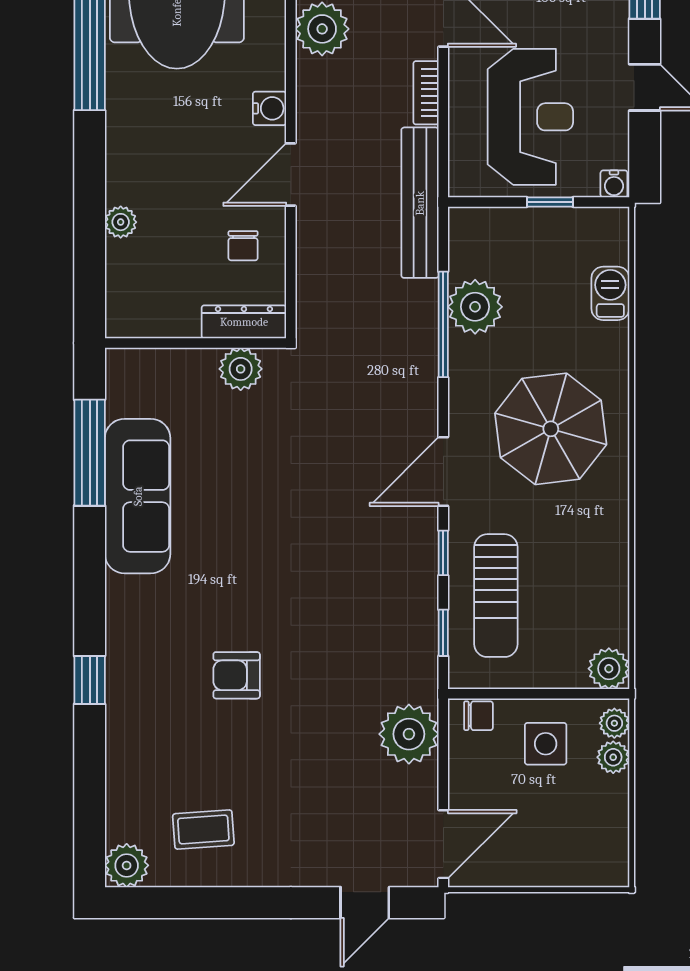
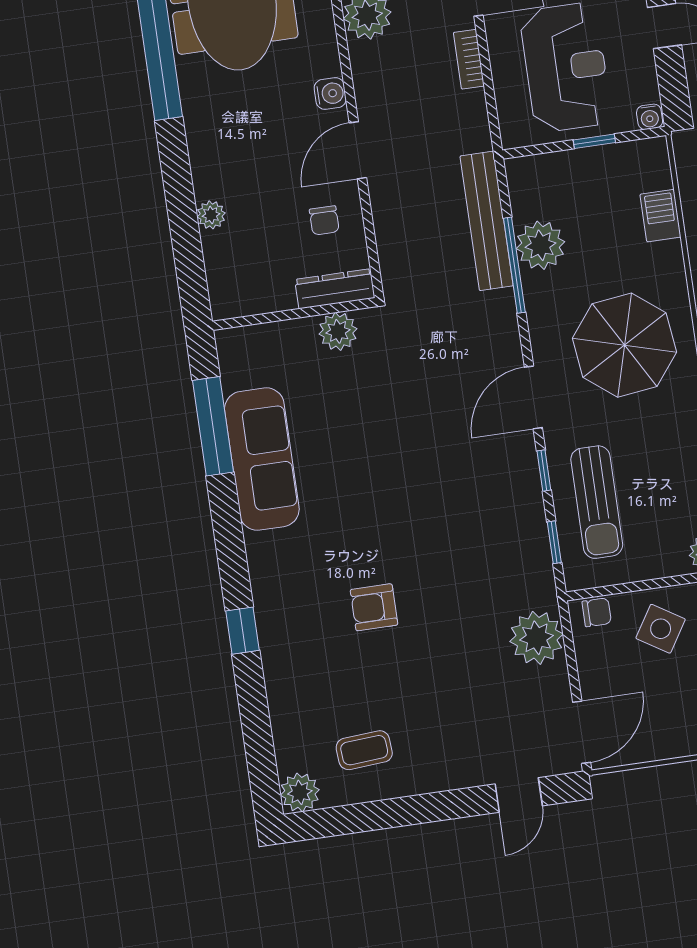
bench: (420, 203) -> (487, 221), moved
side table: (546, 744) -> (661, 629), turned 32

